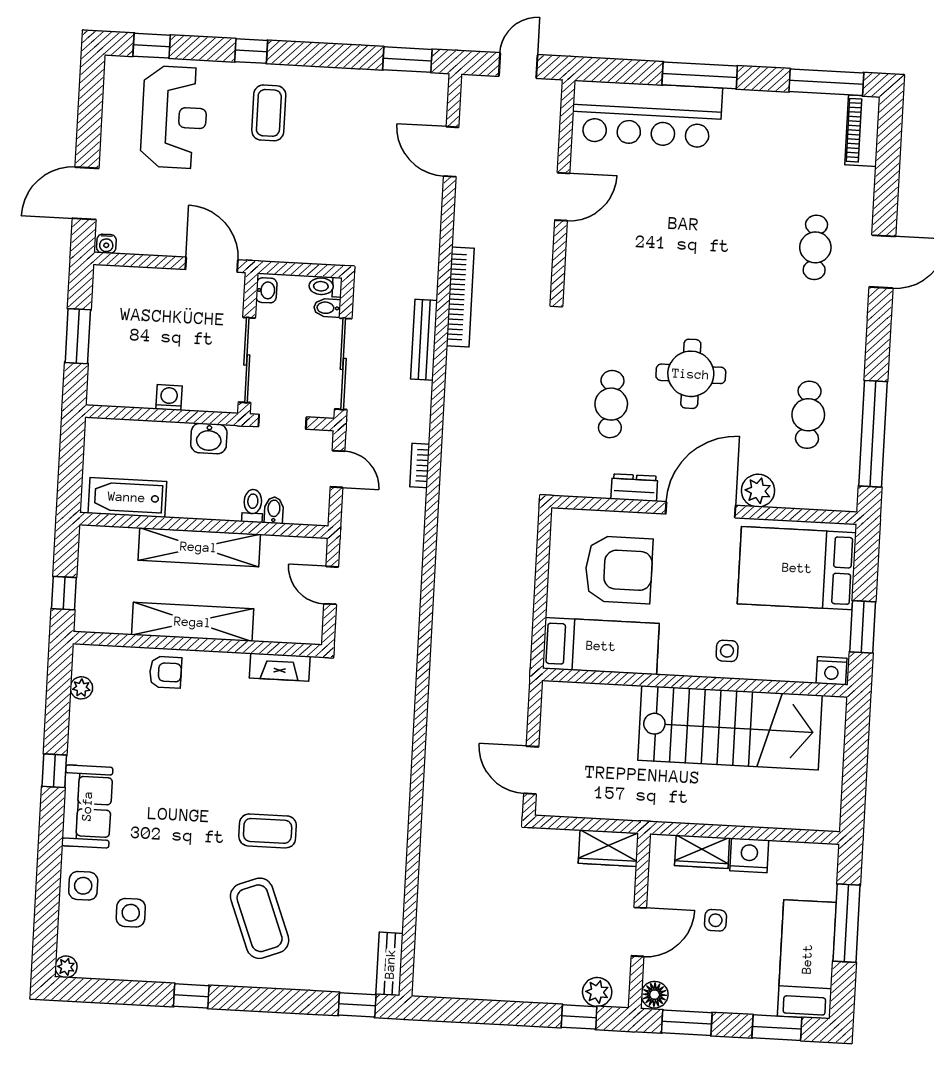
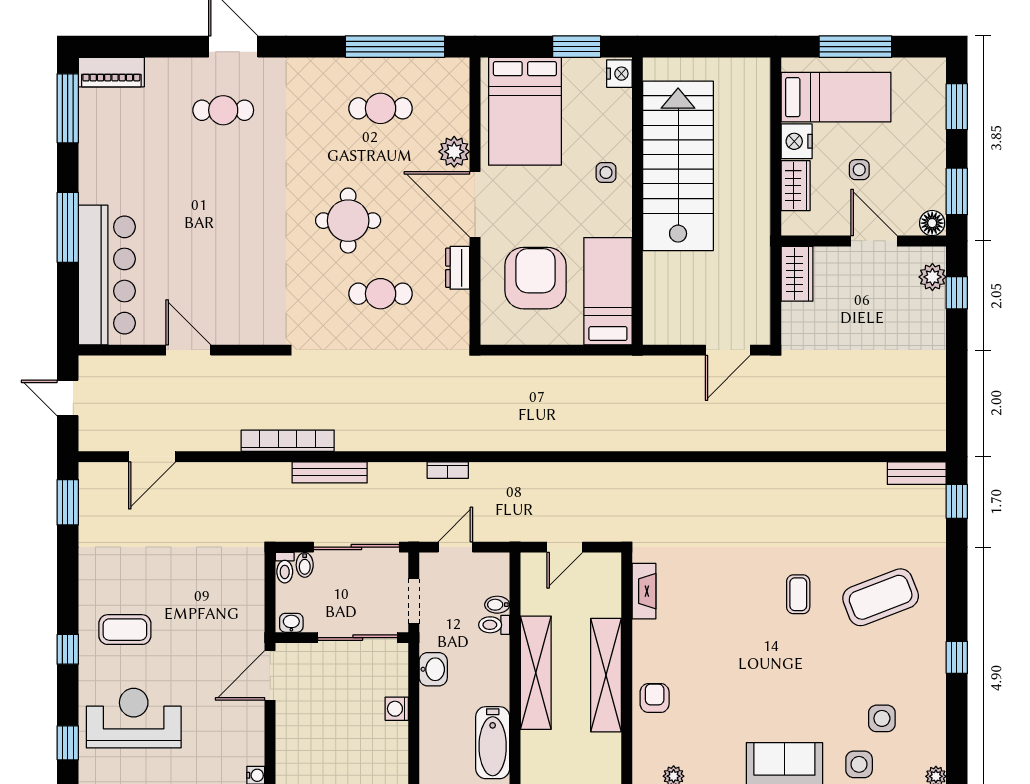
coffee table: (268, 831) -> (798, 594), width x0.73, depth x0.77
bed: (807, 959) -> (836, 97), moved, turned 180

